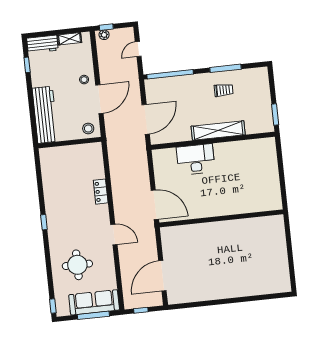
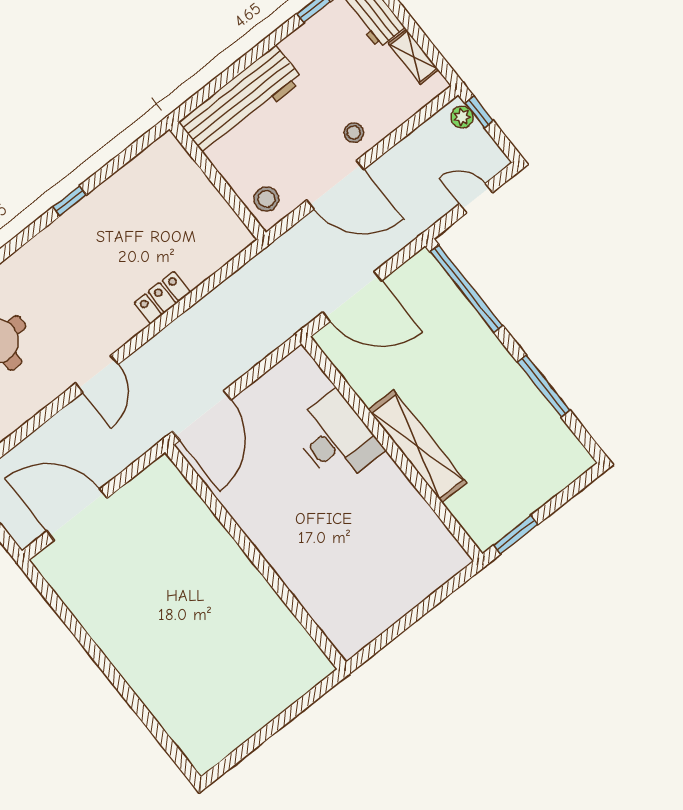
trolley: (224, 90) -> (500, 409), removed
window: (44, 222) -> (70, 201), moved

